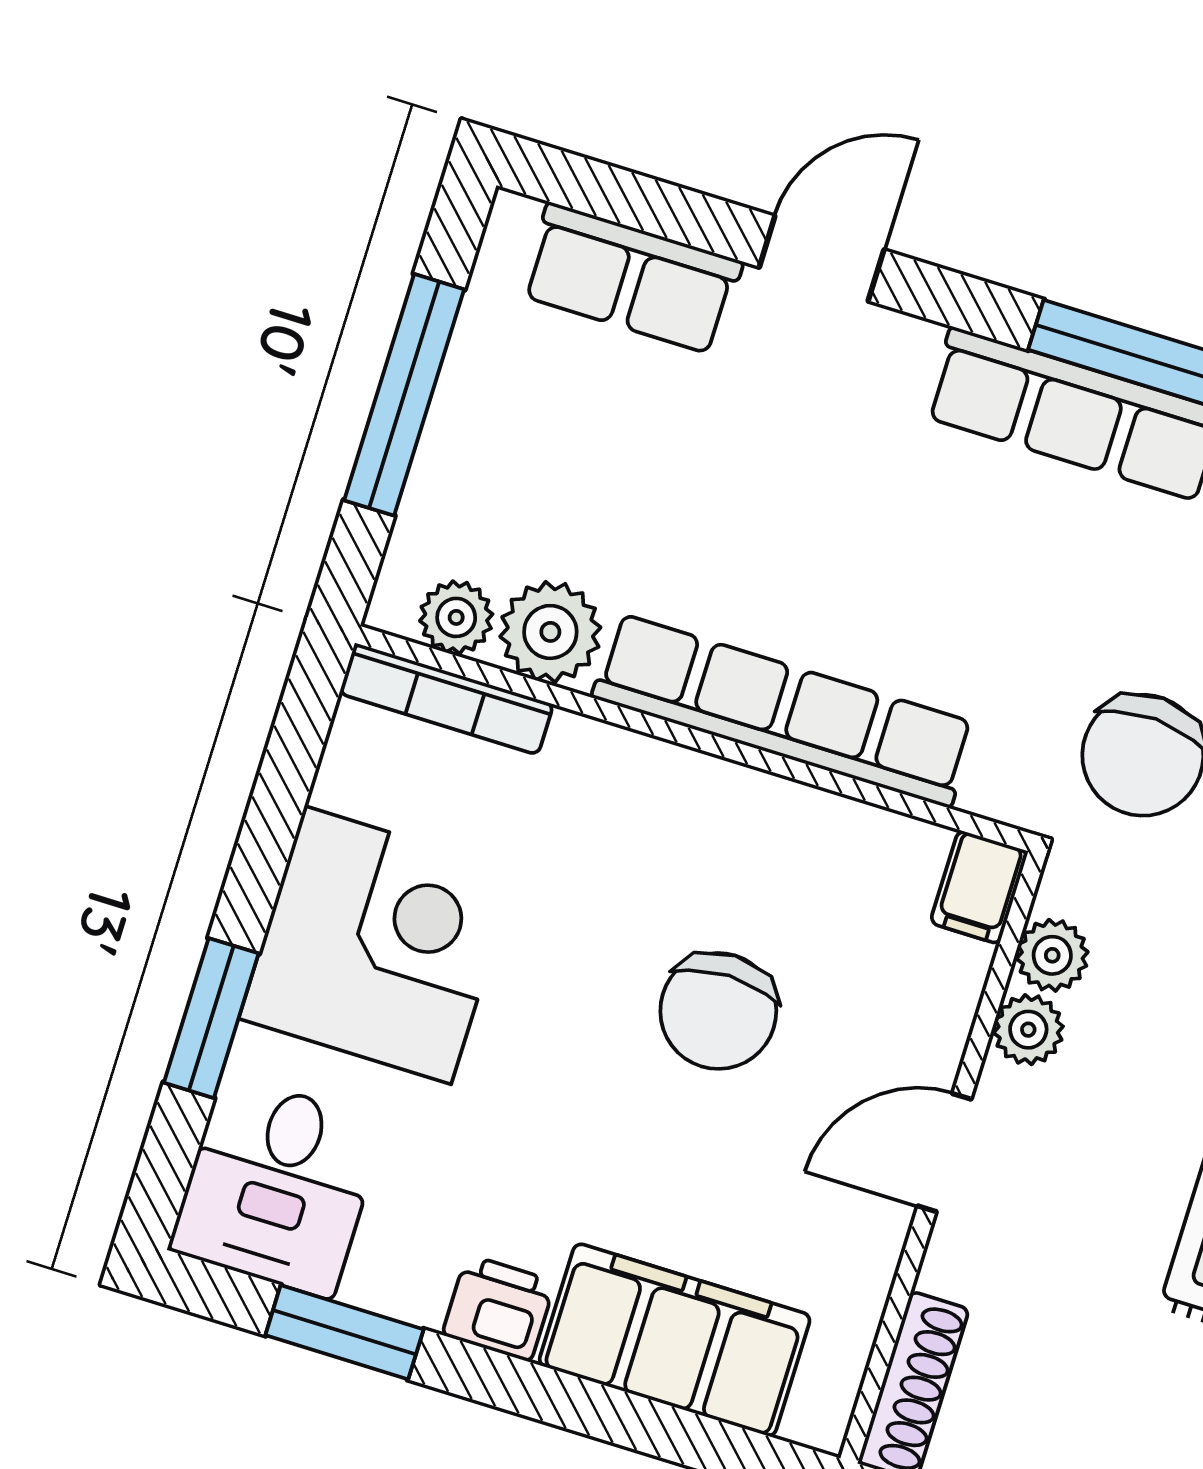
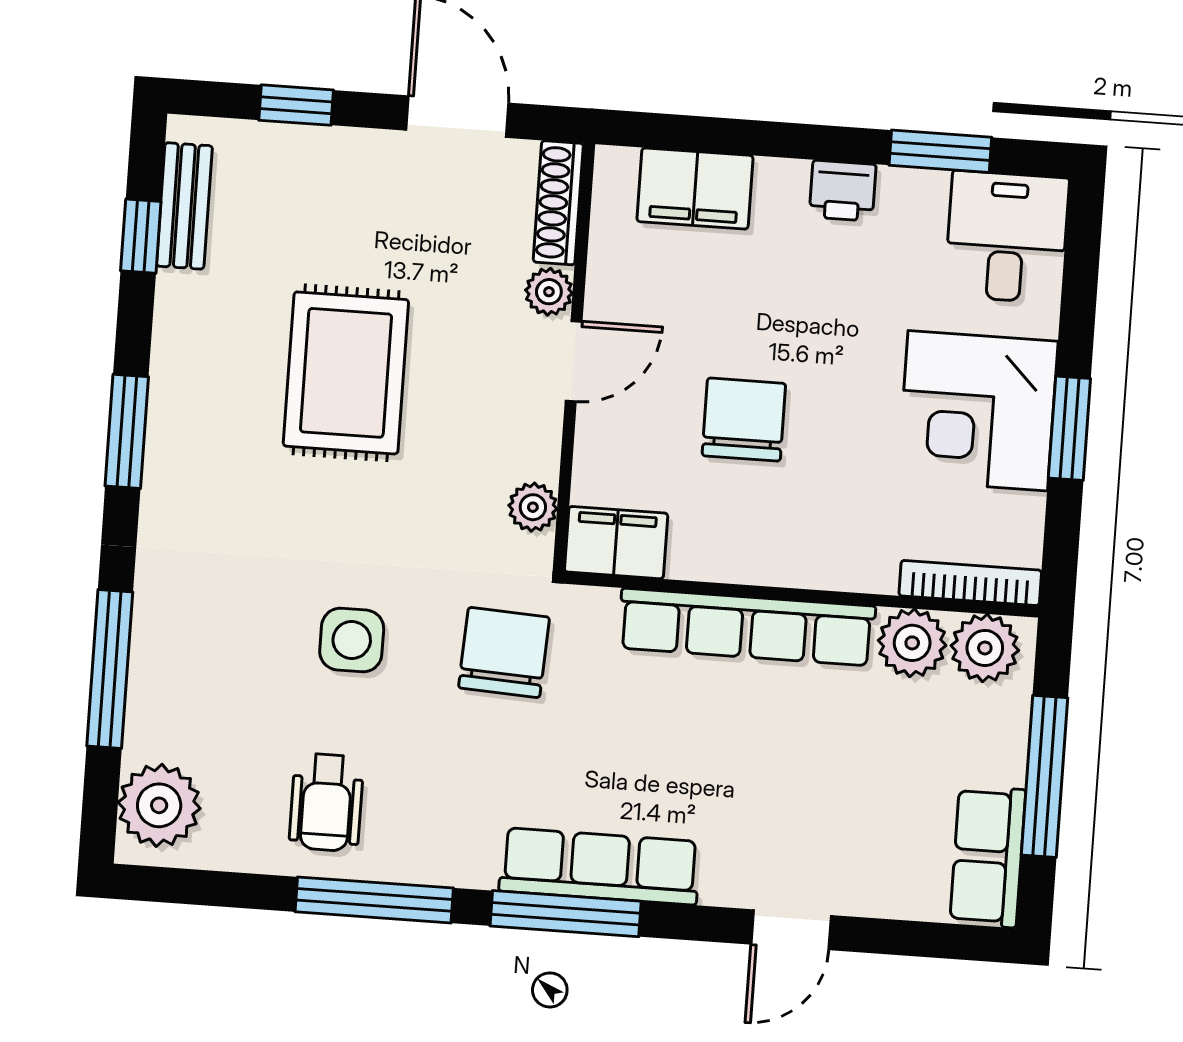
row of seats: (631, 278) -> (988, 857), moved, turned -90
plant: (456, 617) -> (985, 648), width x1.38, depth x1.38
filing cabinet: (979, 887) -> (616, 543), width x2.00
window: (211, 1018) -> (1069, 428), moved
plant: (1028, 1030) -> (549, 292), moved
filing cabinet: (675, 1340) -> (695, 188), width x0.67, depth x0.86

